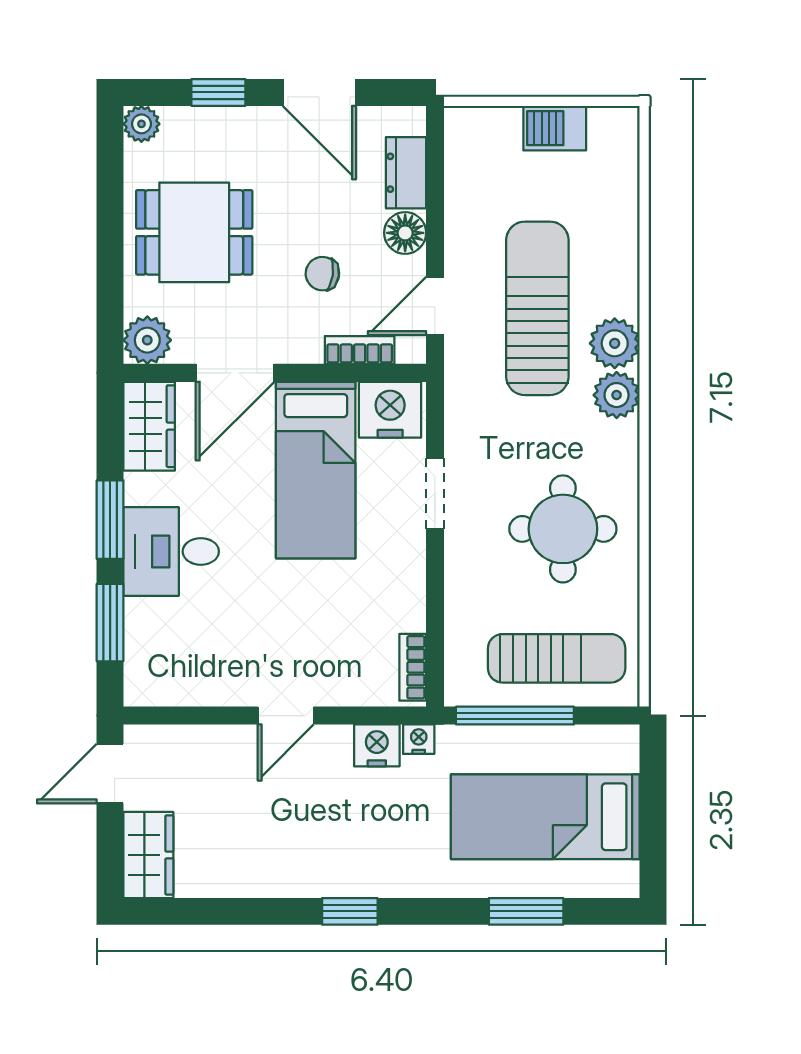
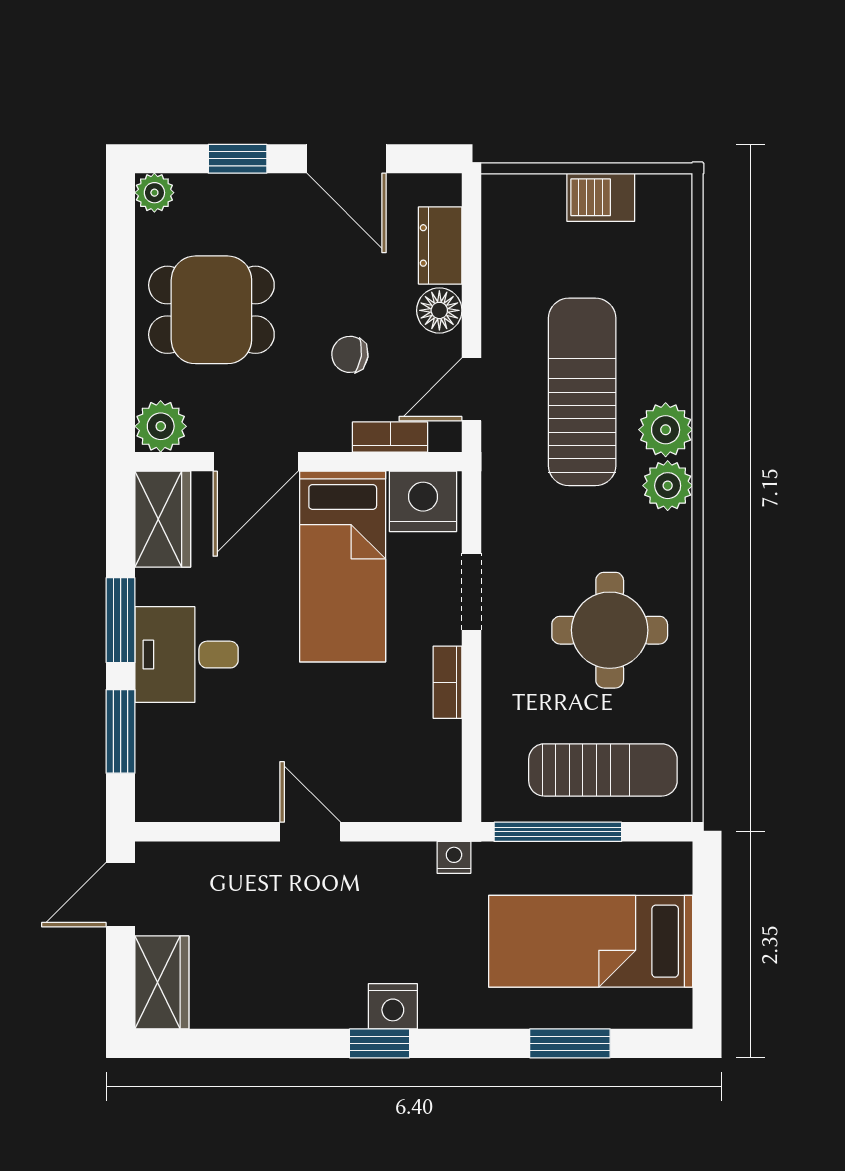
bookcase: (413, 667) -> (447, 682), moved
door: (286, 716) -> (310, 832), swing flipped
nightstand: (377, 745) -> (393, 1006), moved, turned 180

